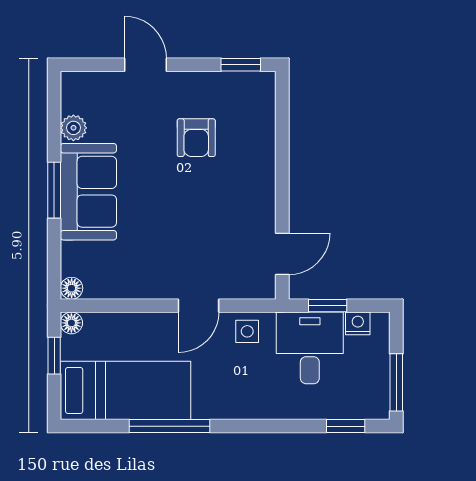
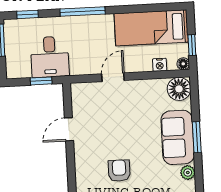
door: (282, 254) -> (69, 129), moved
floor lamp: (72, 288) -> (179, 89), width x1.89, depth x1.89
nightstand: (358, 323) -> (160, 65), moved
side table: (247, 331) -> (85, 64), removed
window: (170, 426) -> (83, 12), moved

